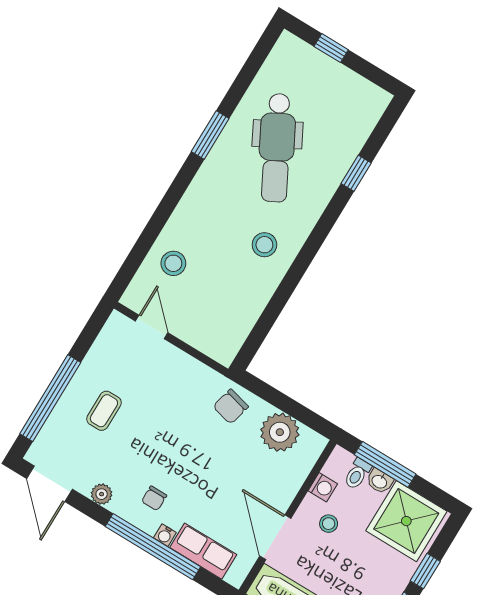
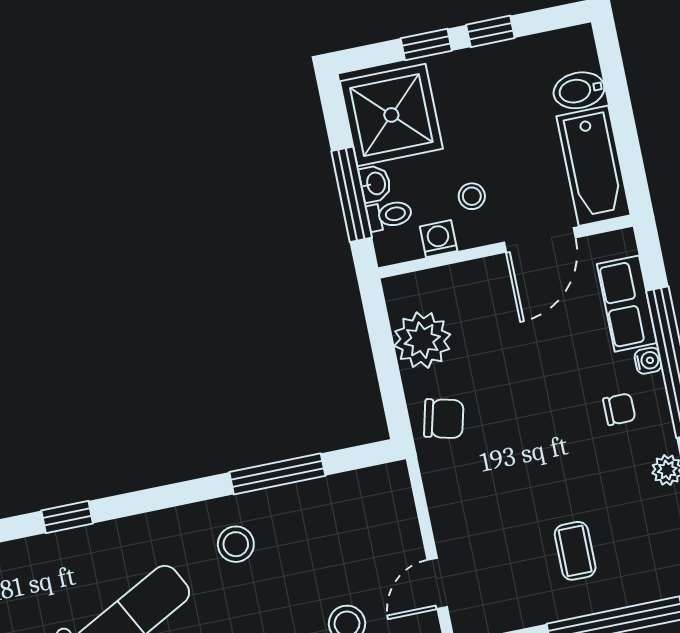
window: (280, 298) -> (277, 474), added
coffee table: (104, 411) -> (575, 551), turned 90

